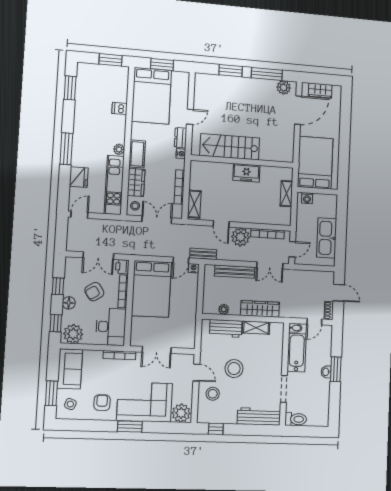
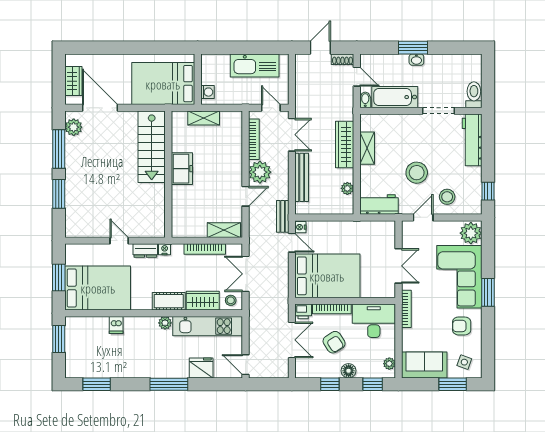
stairs: (230, 147) -> (152, 147), moved
workbench: (226, 328) -> (379, 204), moved, turned -90
plant: (73, 334) -> (389, 364), width x0.53, depth x0.53

